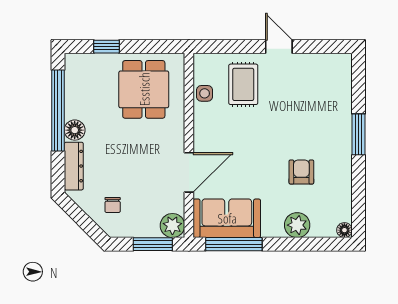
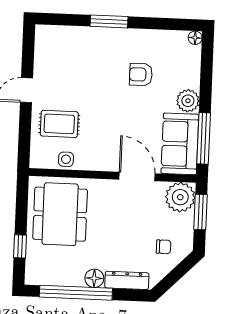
dining table: (144, 89) -> (60, 214), width x1.38
plant: (297, 225) -> (188, 101), moved
plant: (172, 226) -> (180, 197), width x1.36, depth x1.36

